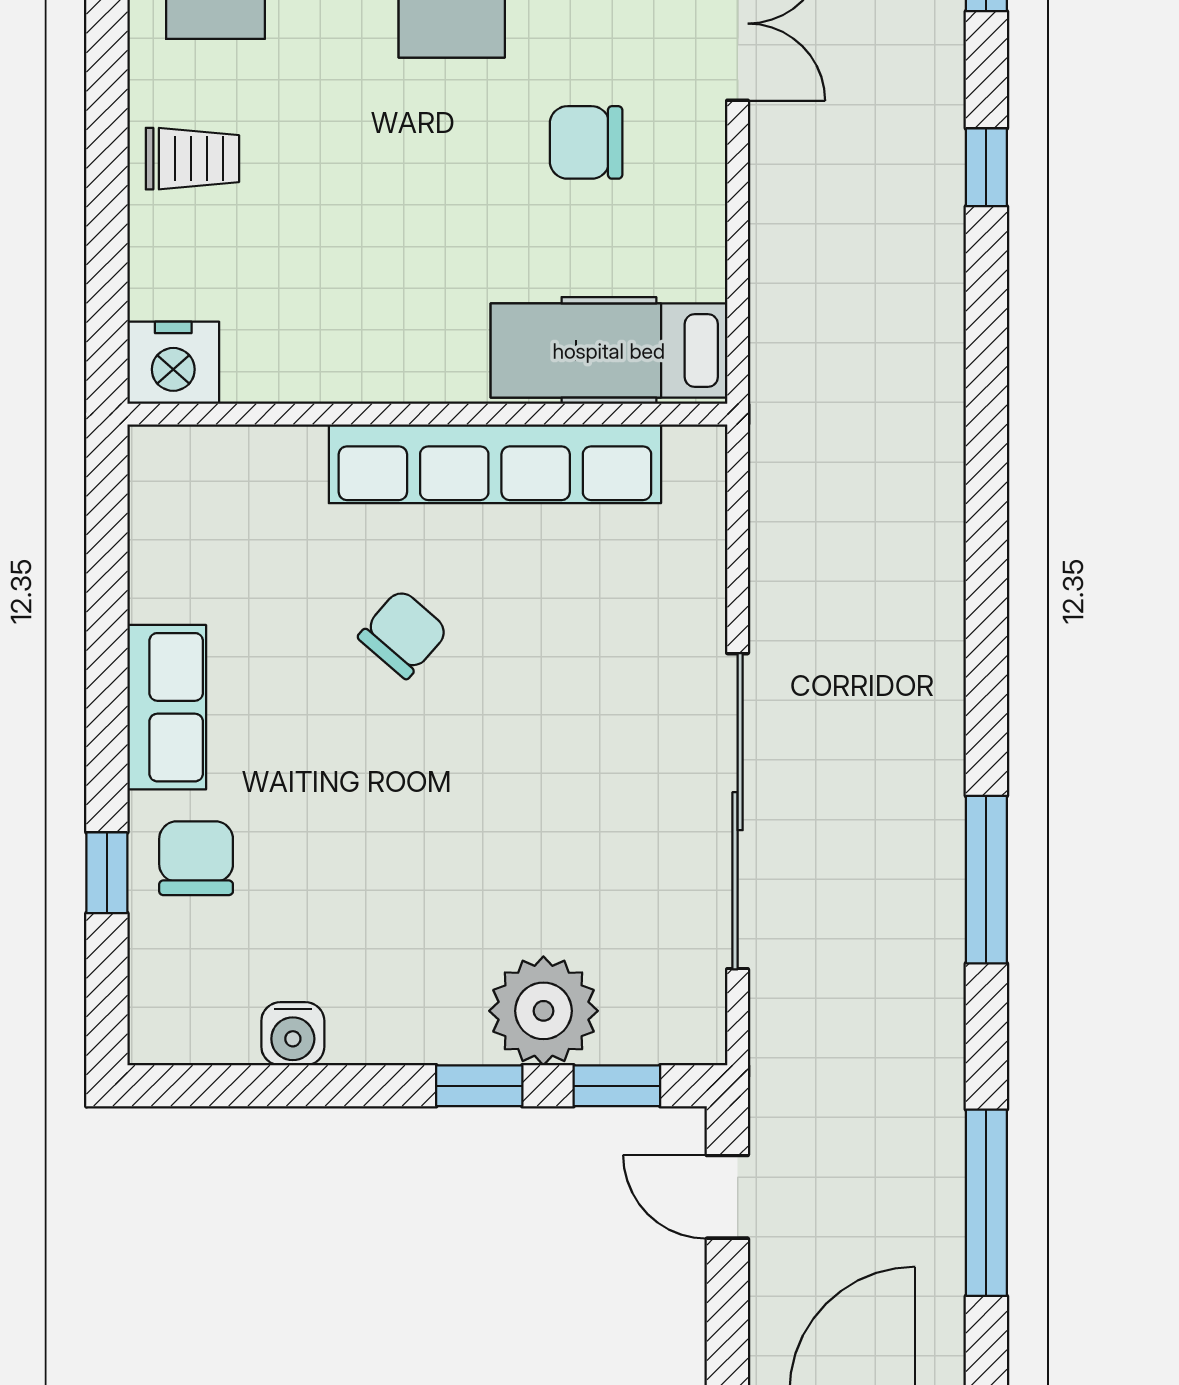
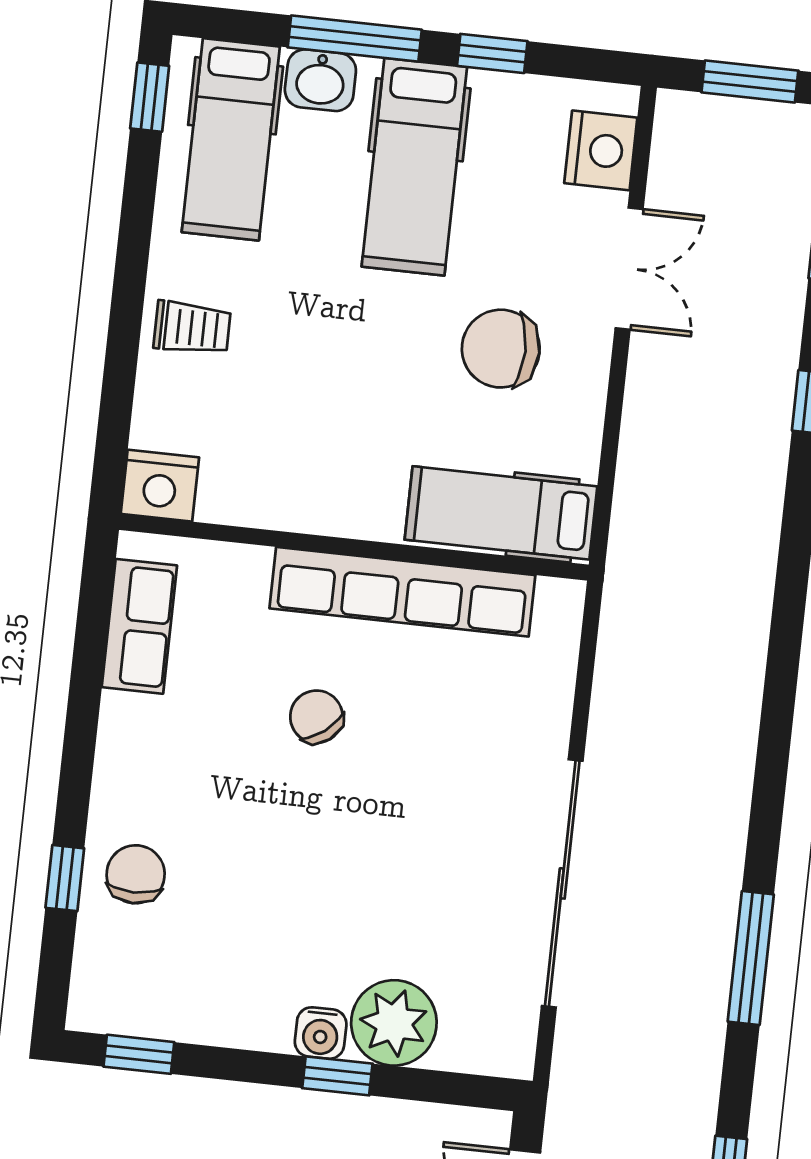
chair: (586, 142) -> (501, 349), width x1.37, depth x1.37
chair: (403, 634) -> (316, 717), turned -79
row of seats: (167, 707) -> (139, 626), moved
water cooler: (293, 1034) -> (321, 1033), moved
window: (617, 1086) -> (139, 1054), moved

